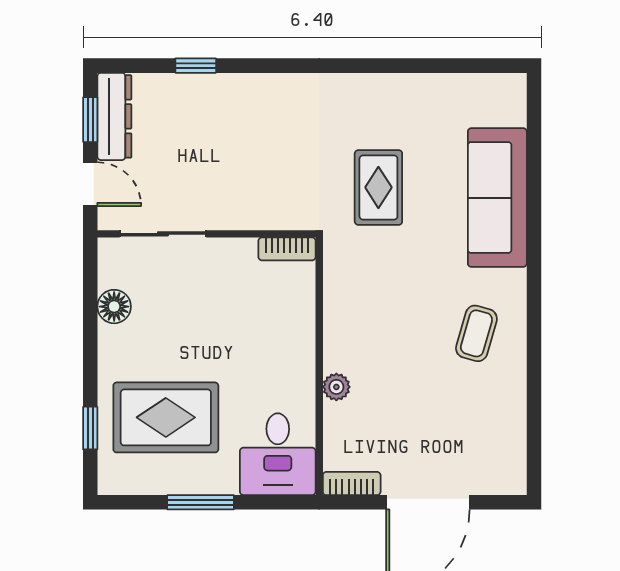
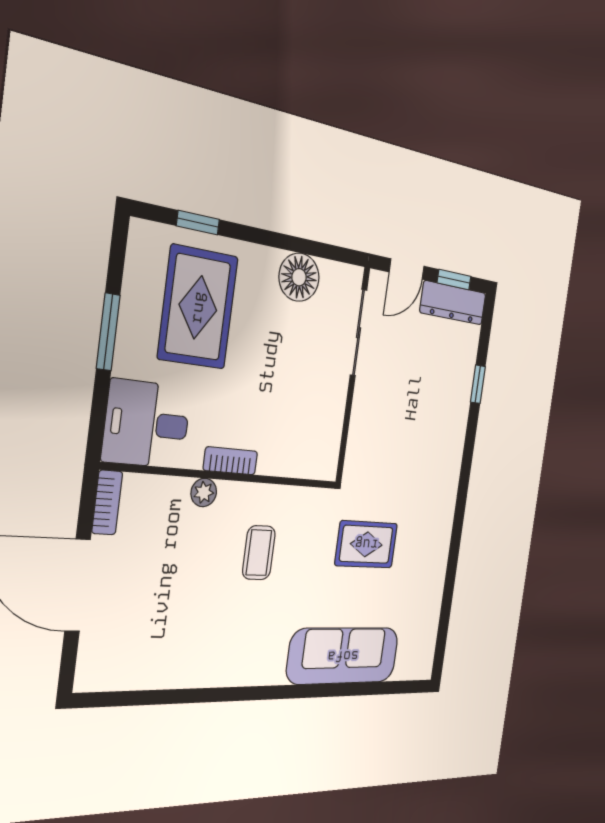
bookcase: (287, 249) -> (230, 461), moved, turned 90
floor lamp: (114, 307) -> (299, 277), width x1.38, depth x1.38
coffee table: (476, 333) -> (259, 553), moved, turned 74

